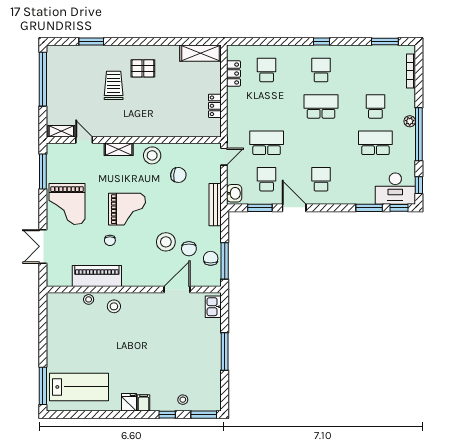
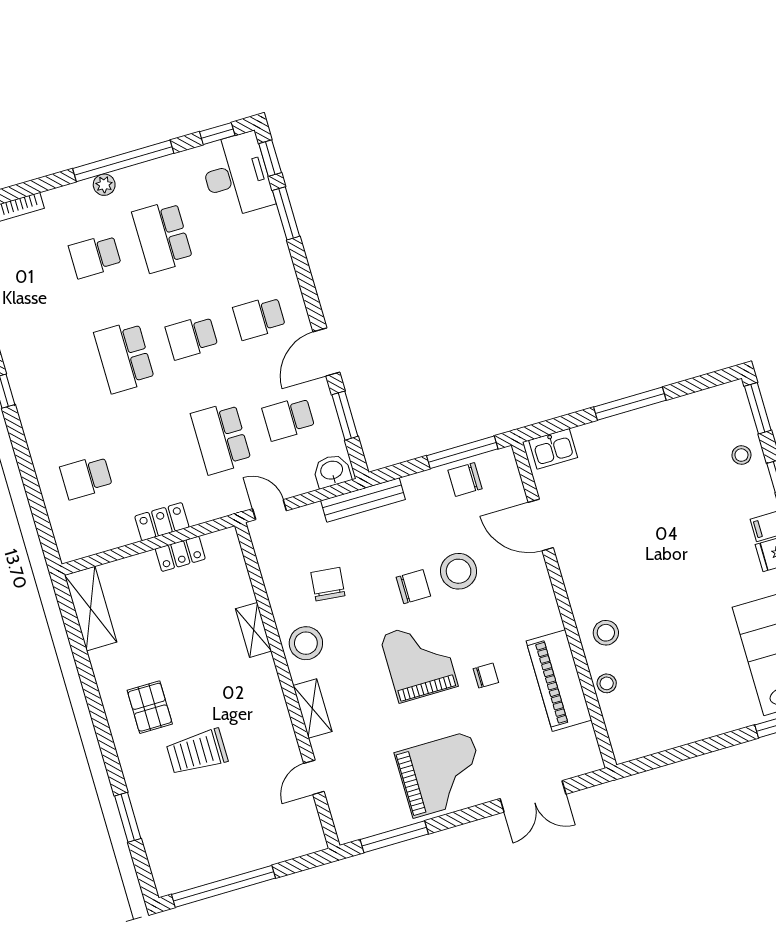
school desk: (321, 70) -> (192, 337), moved
locker: (233, 74) -> (162, 522), moved
shelving: (61, 131) -> (254, 630), moved
chair: (189, 249) -> (413, 587), moved

